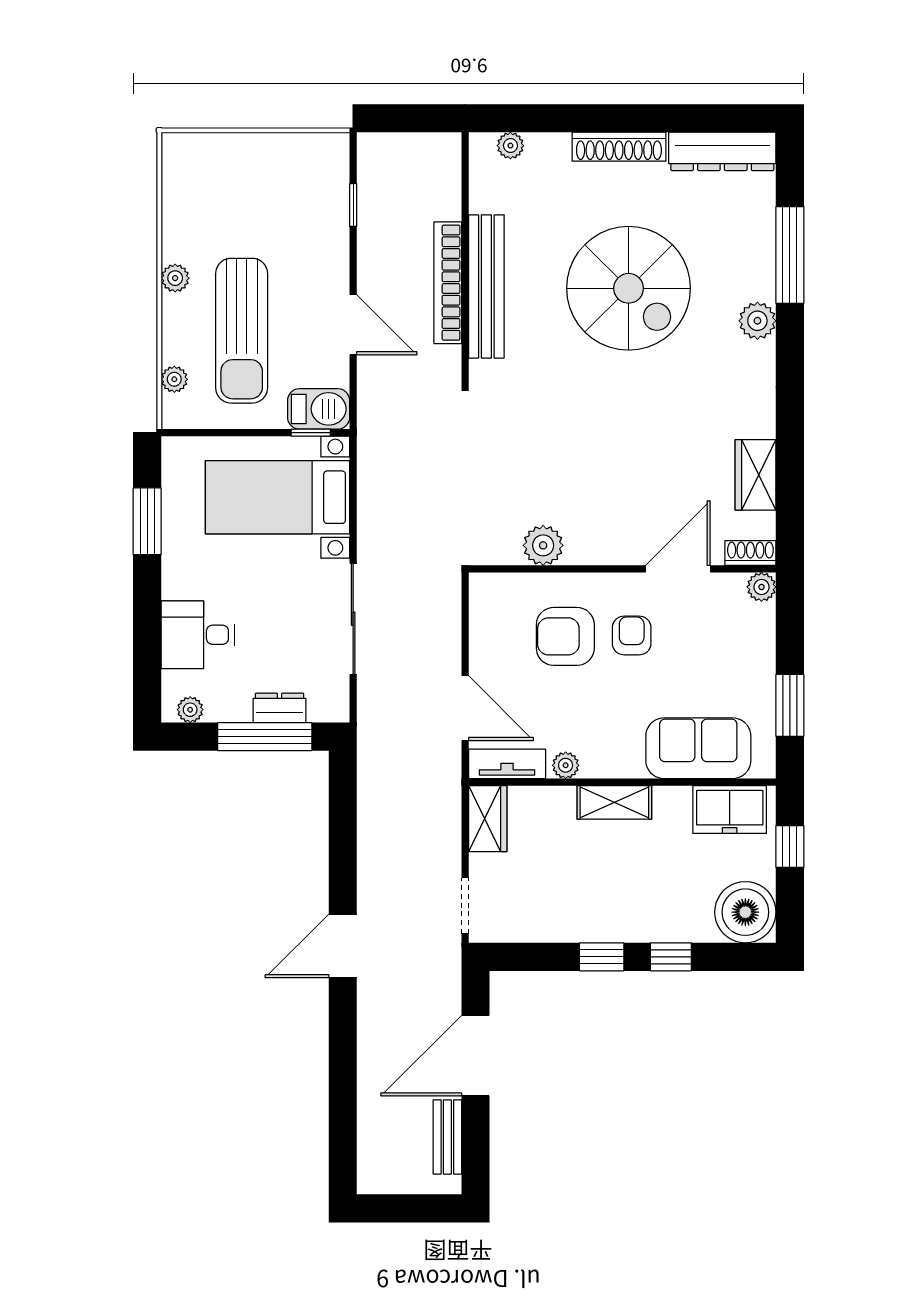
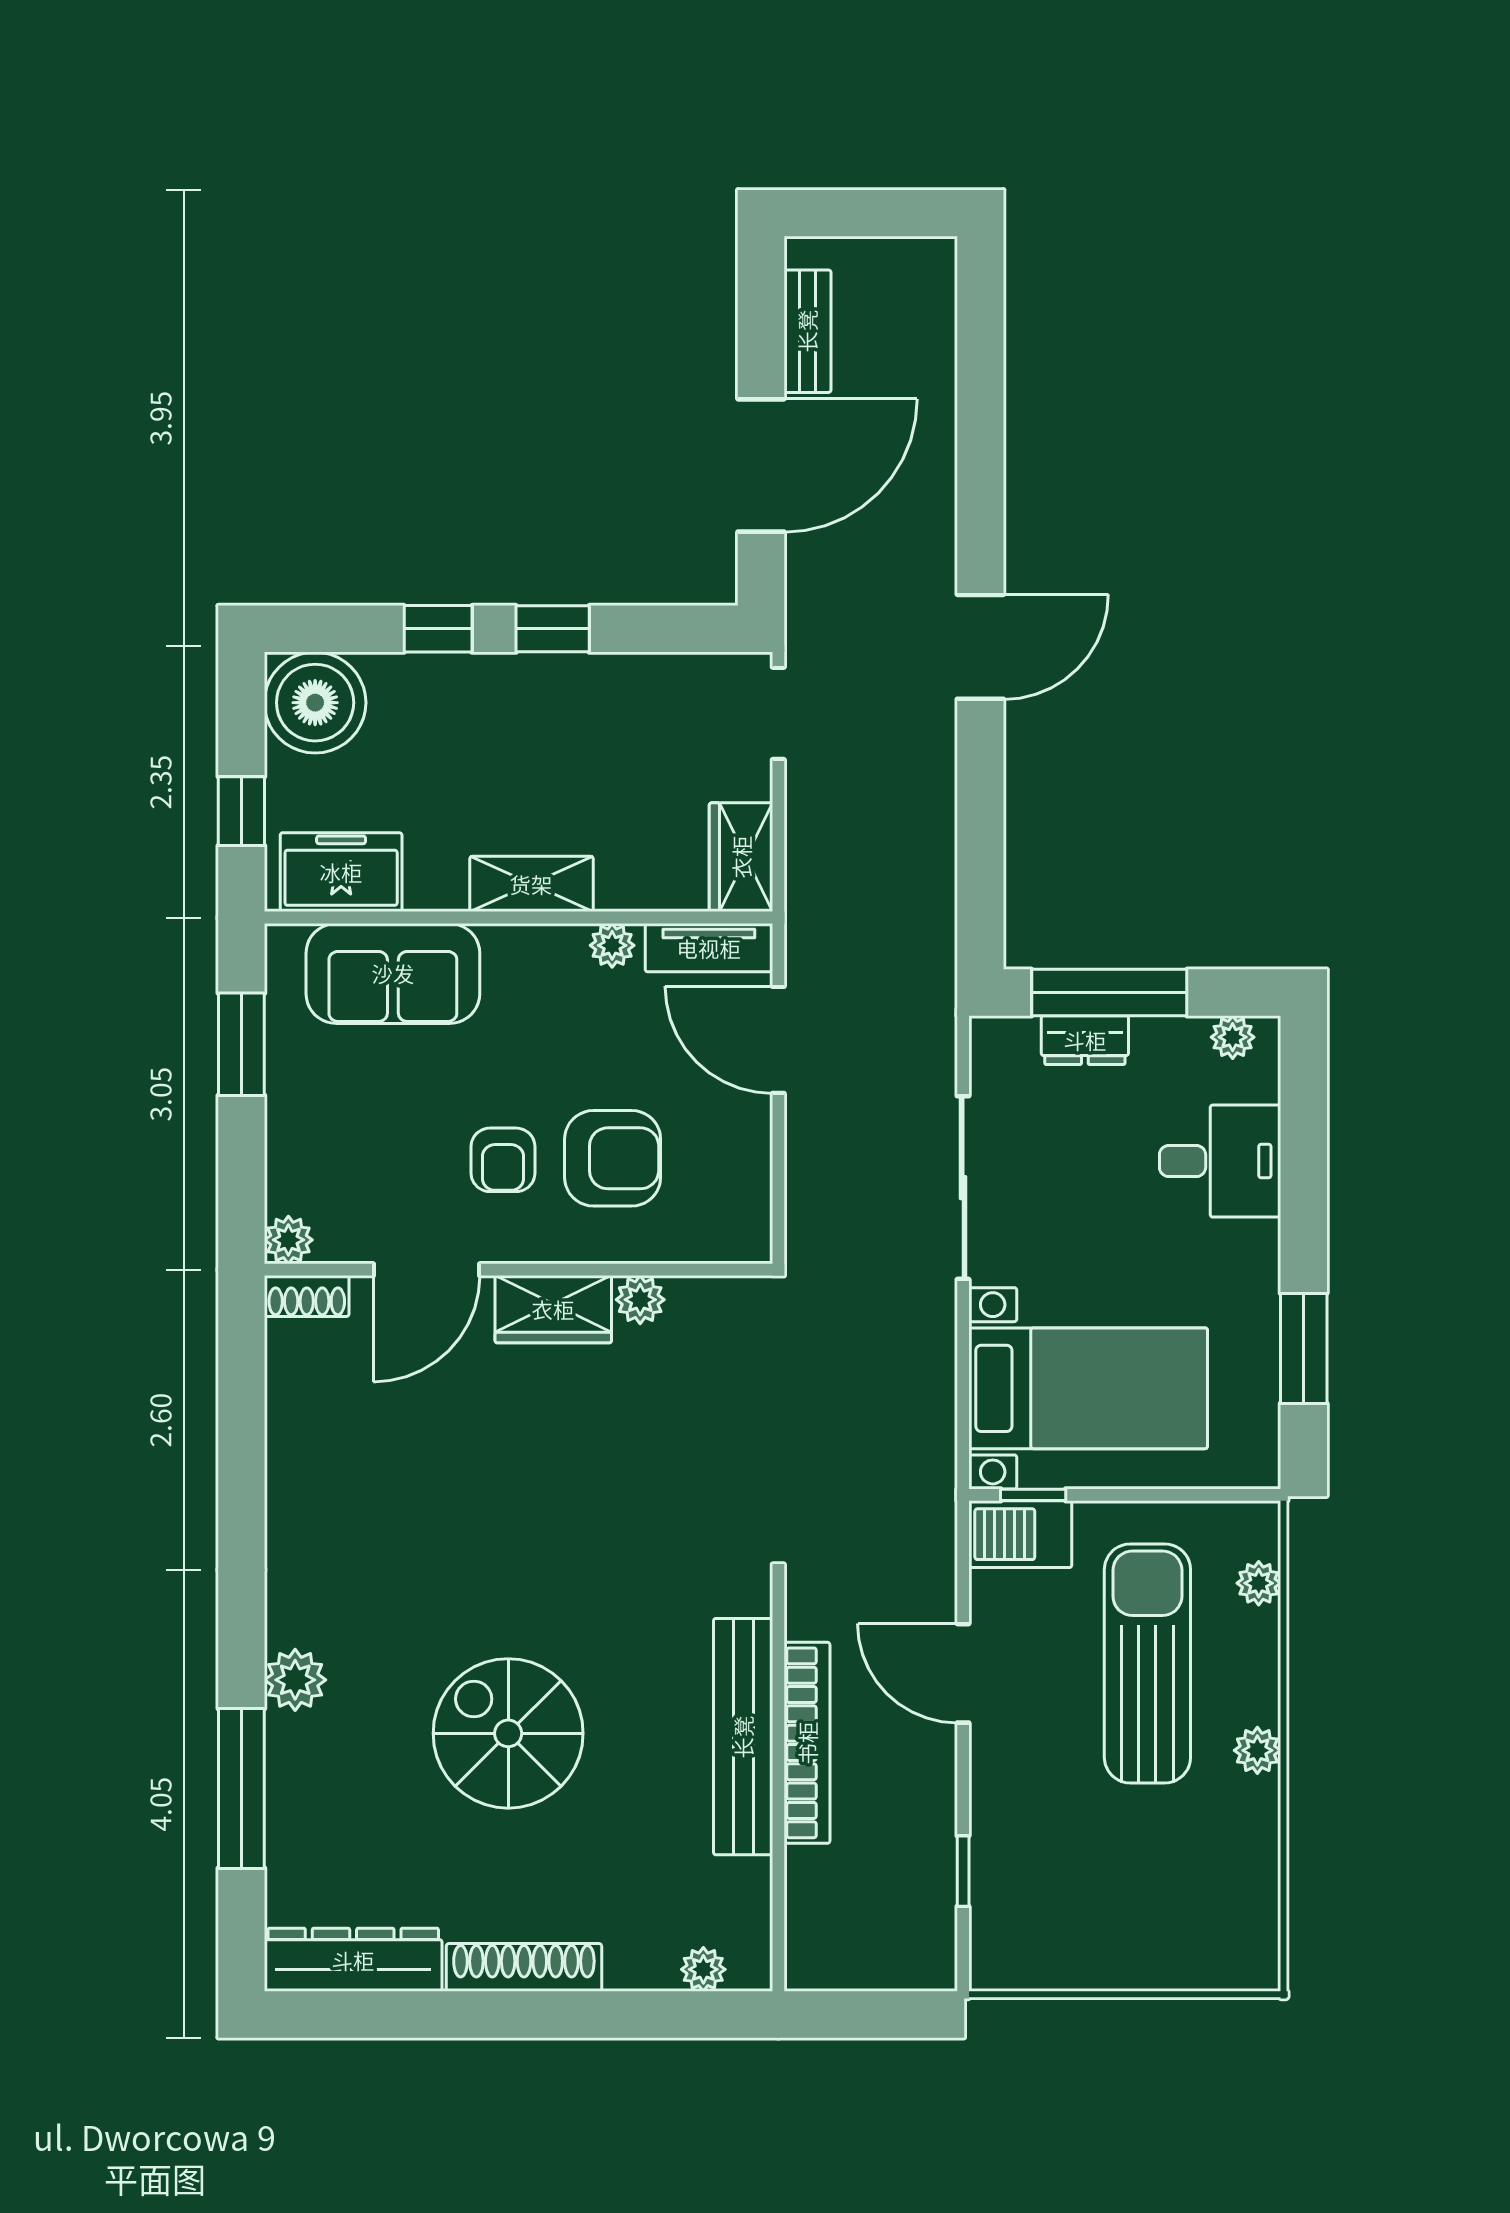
spiral stairs: (629, 288) -> (508, 1733), width x0.73, depth x0.73
wardrobe: (756, 475) -> (553, 1309), moved, turned 90
plant: (543, 545) -> (640, 1300), width x0.73, depth x0.73

